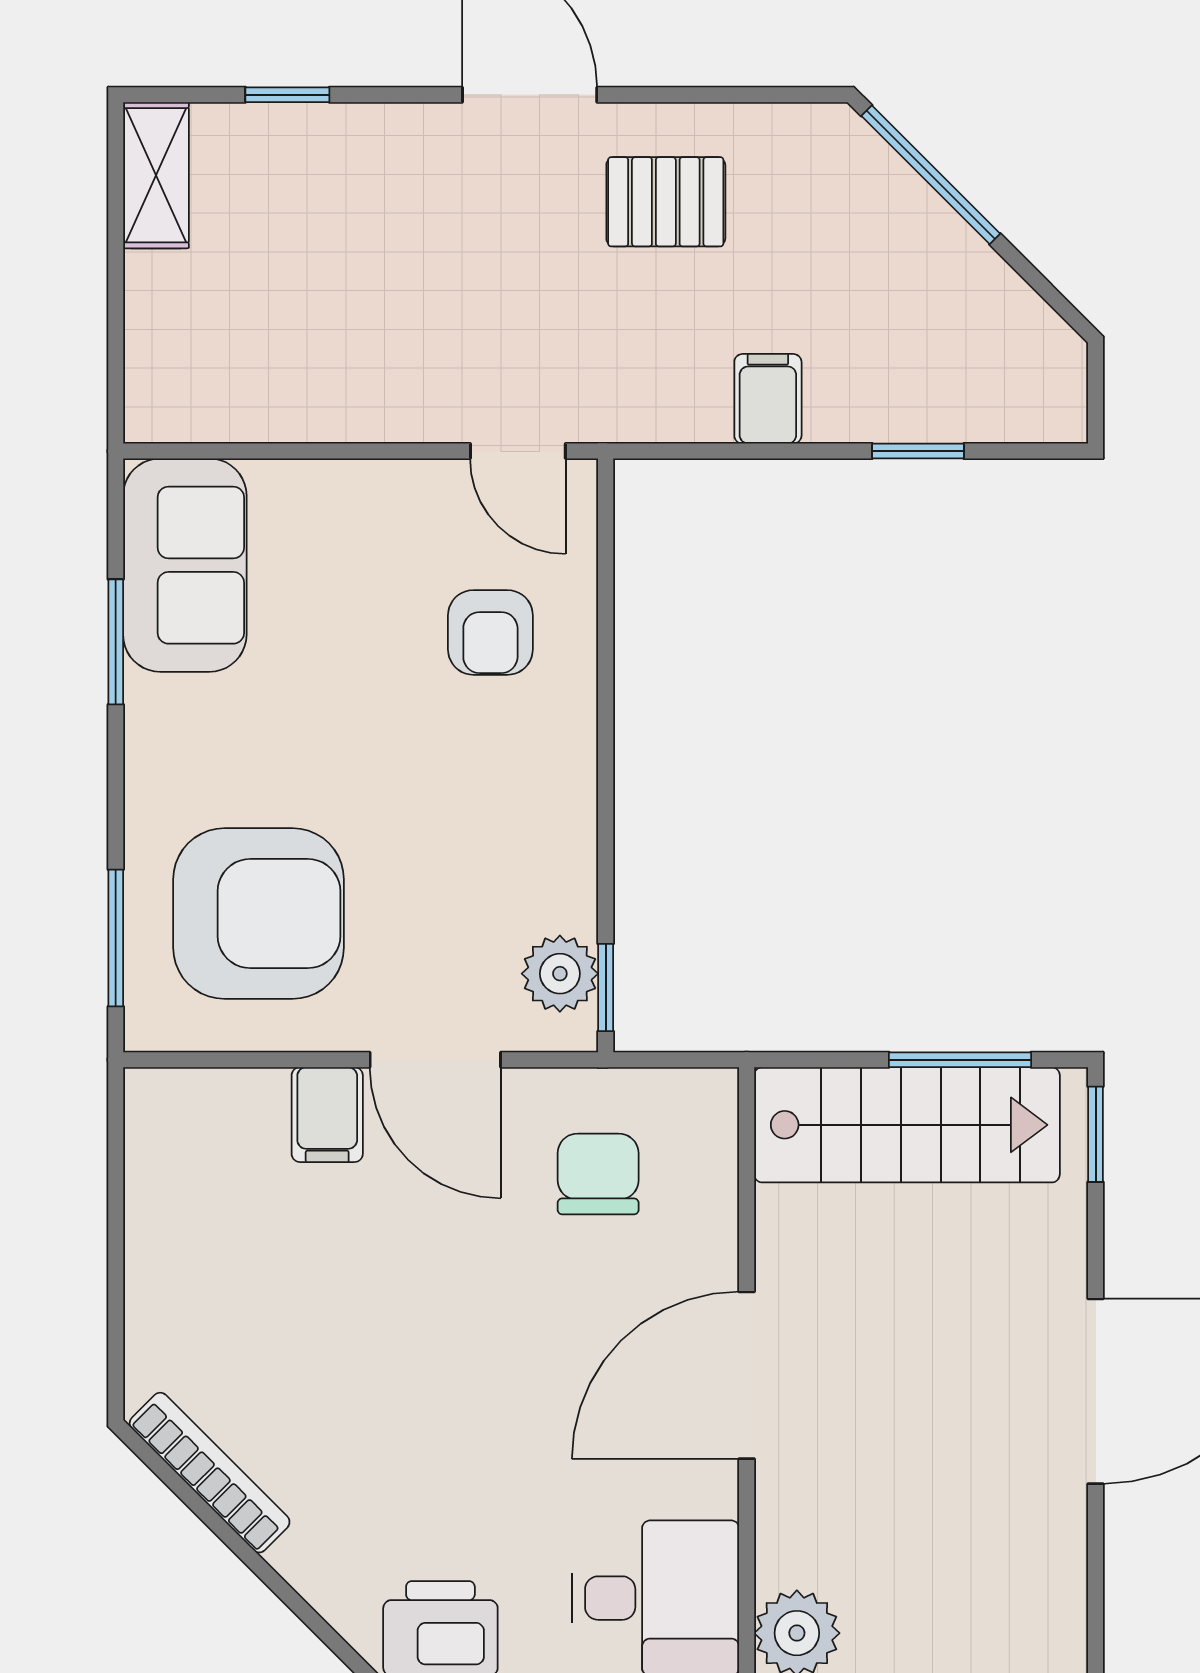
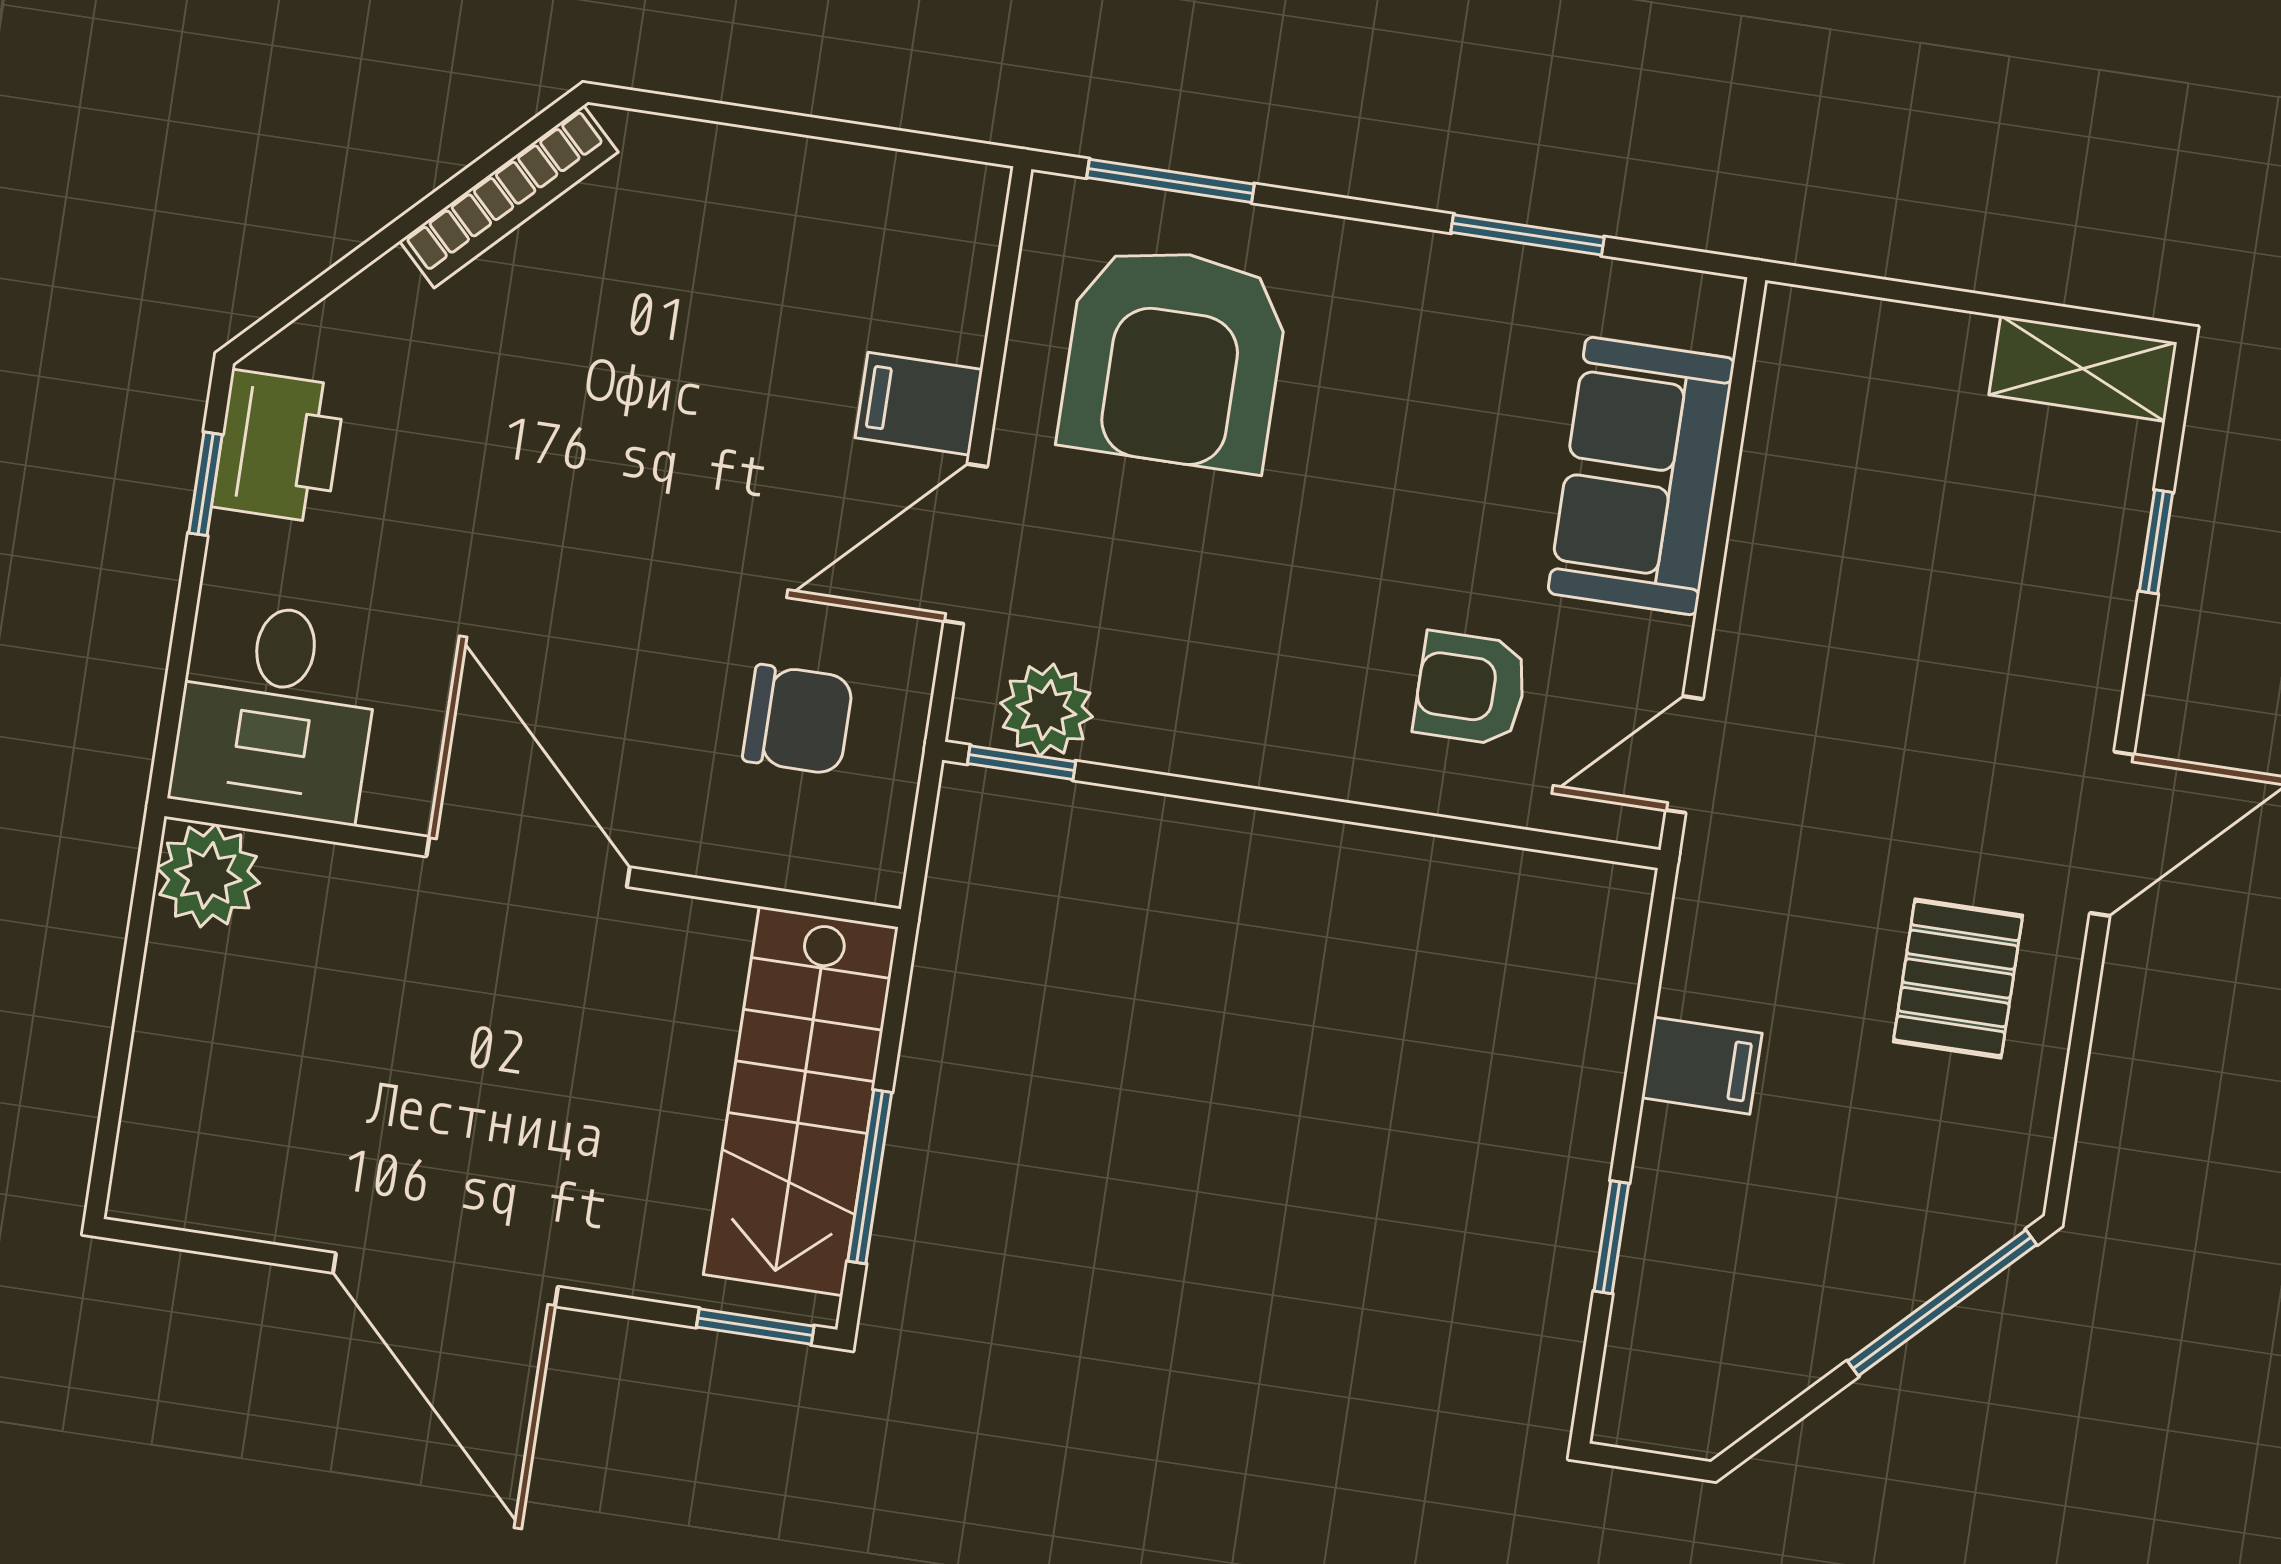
sofa: (185, 565) -> (1641, 476), moved, turned 90

